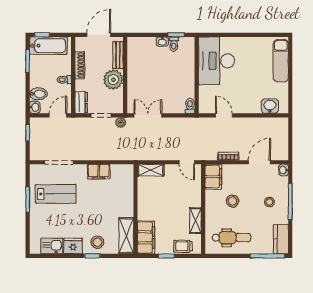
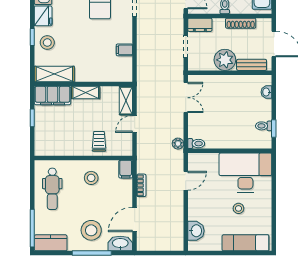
washbasin: (162, 42) -> (266, 92), moved
stool: (249, 67) -> (238, 208), added
plant: (121, 123) -> (178, 144), moved
door: (187, 162) -> (135, 124), moved
door: (259, 162) -> (135, 219), swing flipped
washbasin: (284, 170) -> (120, 243), width x1.91, depth x1.45
filing cabinet: (99, 172) -> (124, 50), width x0.50
filing cabinet: (213, 177) -> (126, 169), width x0.50
stool: (233, 201) -> (91, 178), moved
stool: (269, 202) -> (91, 230), width x1.89, depth x1.89
shelving: (195, 221) -> (86, 92), moved
trolley: (183, 246) -> (99, 141), moved

